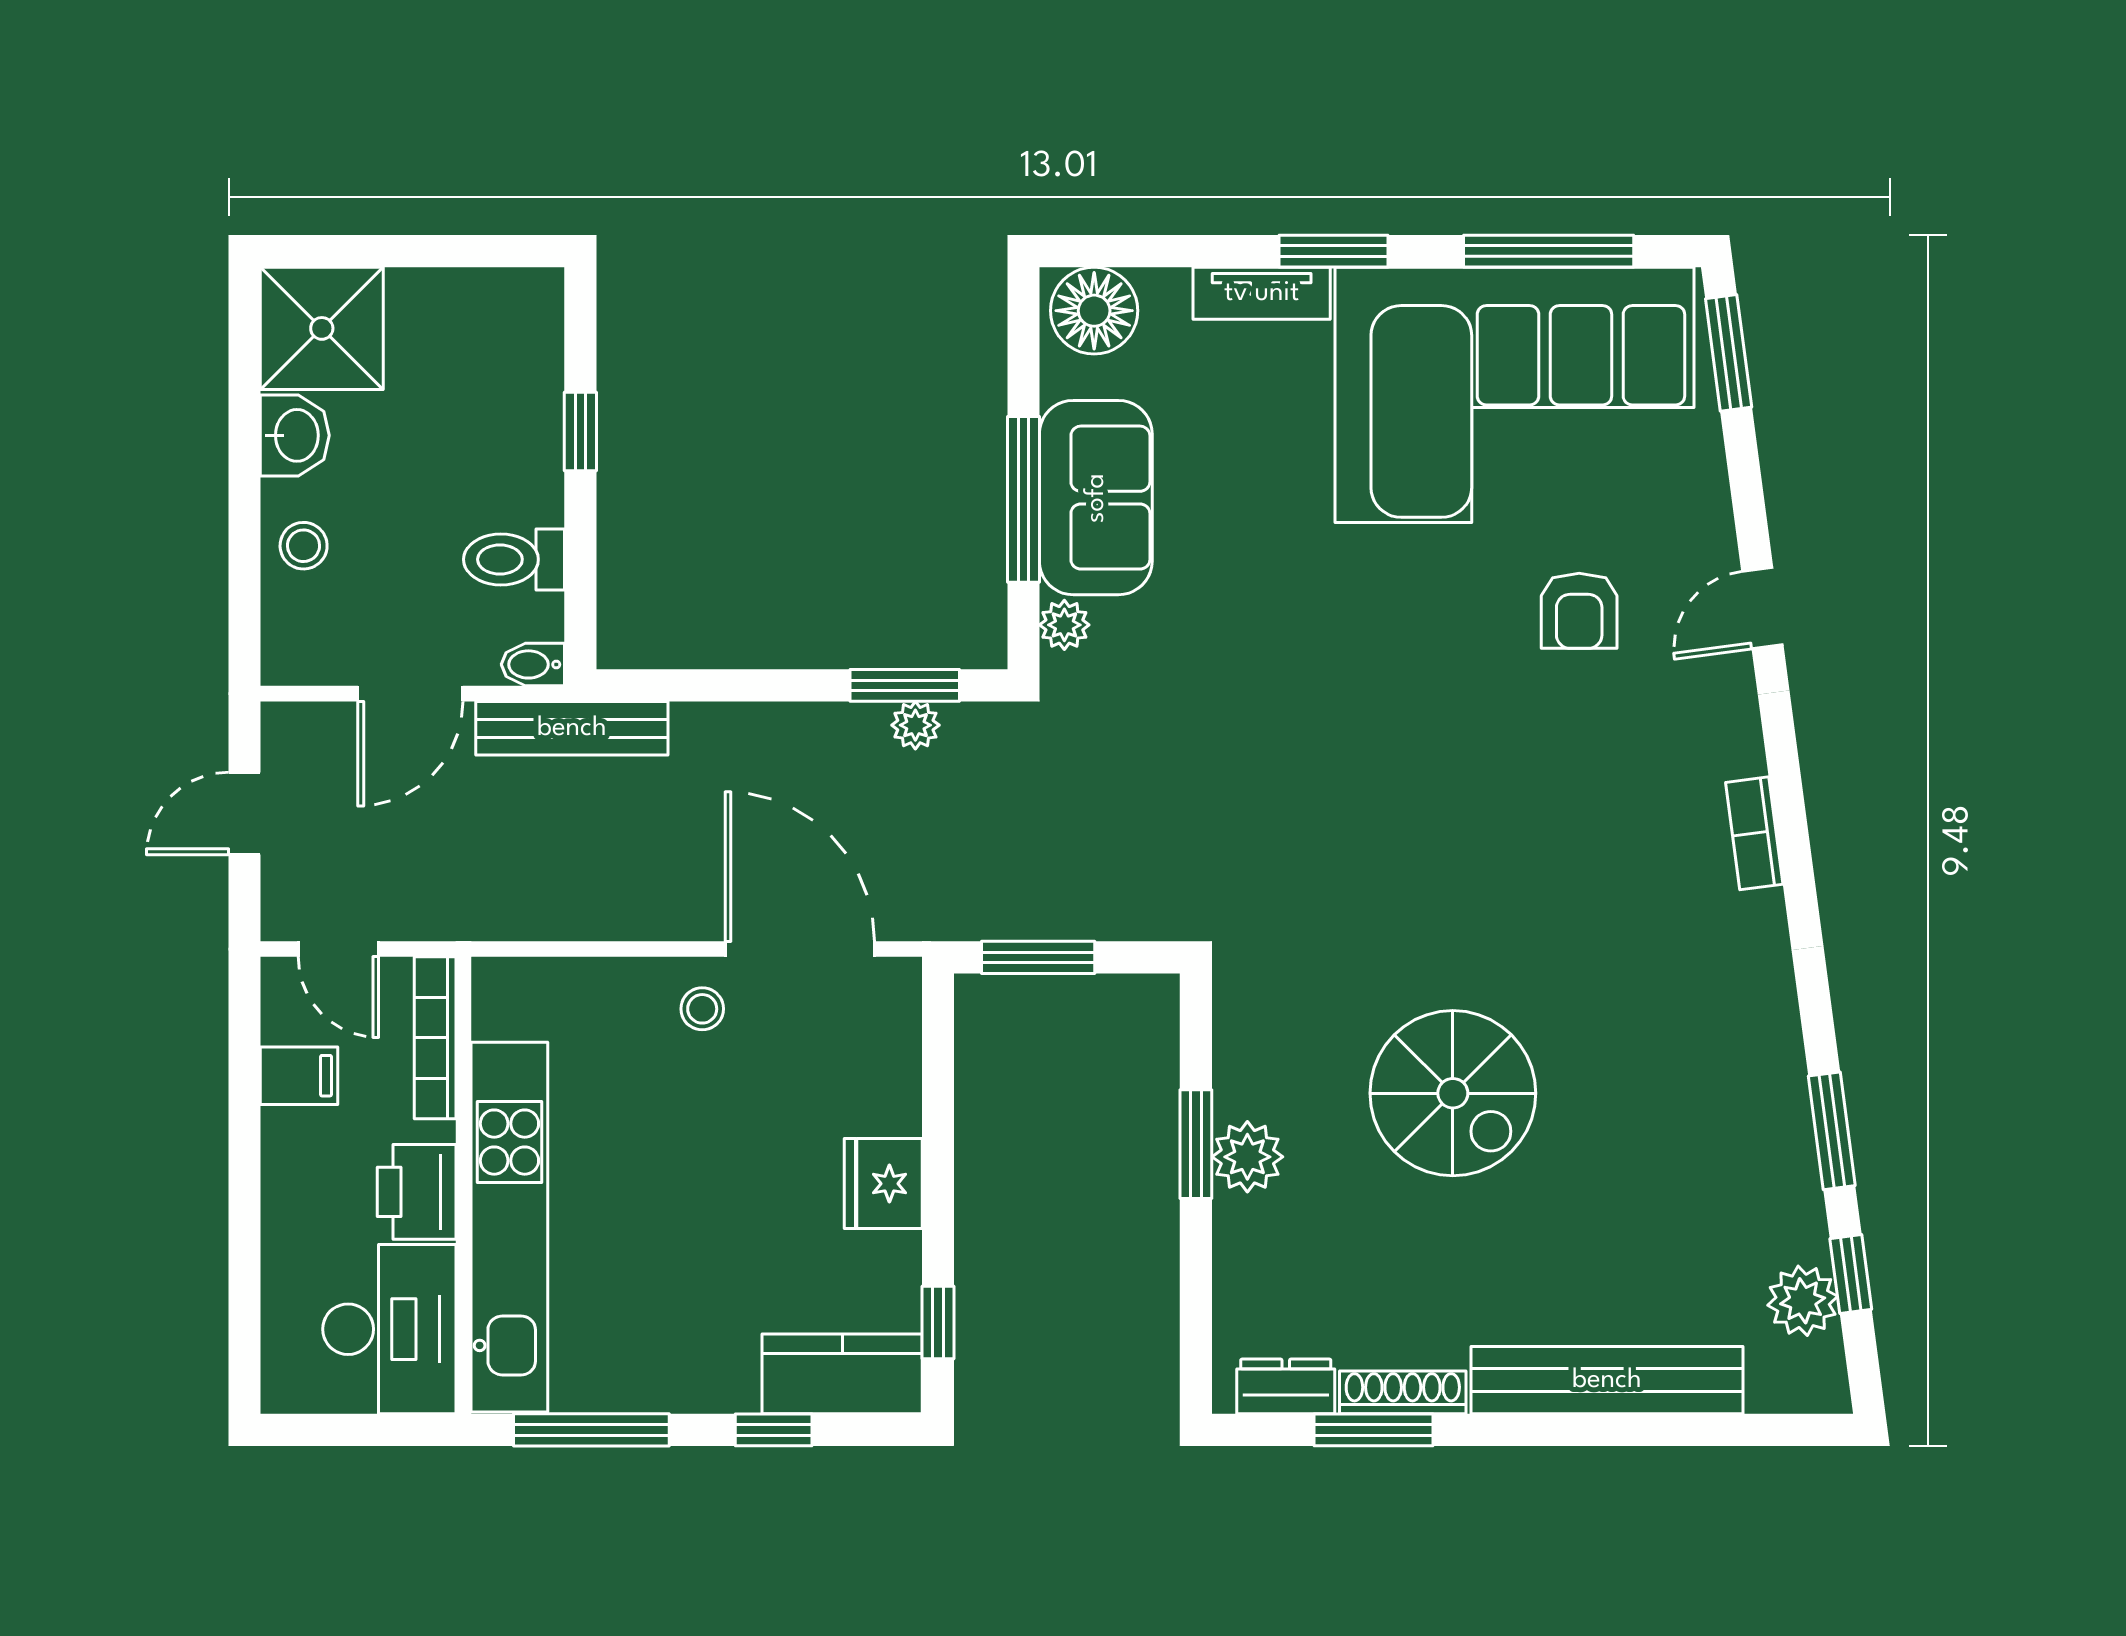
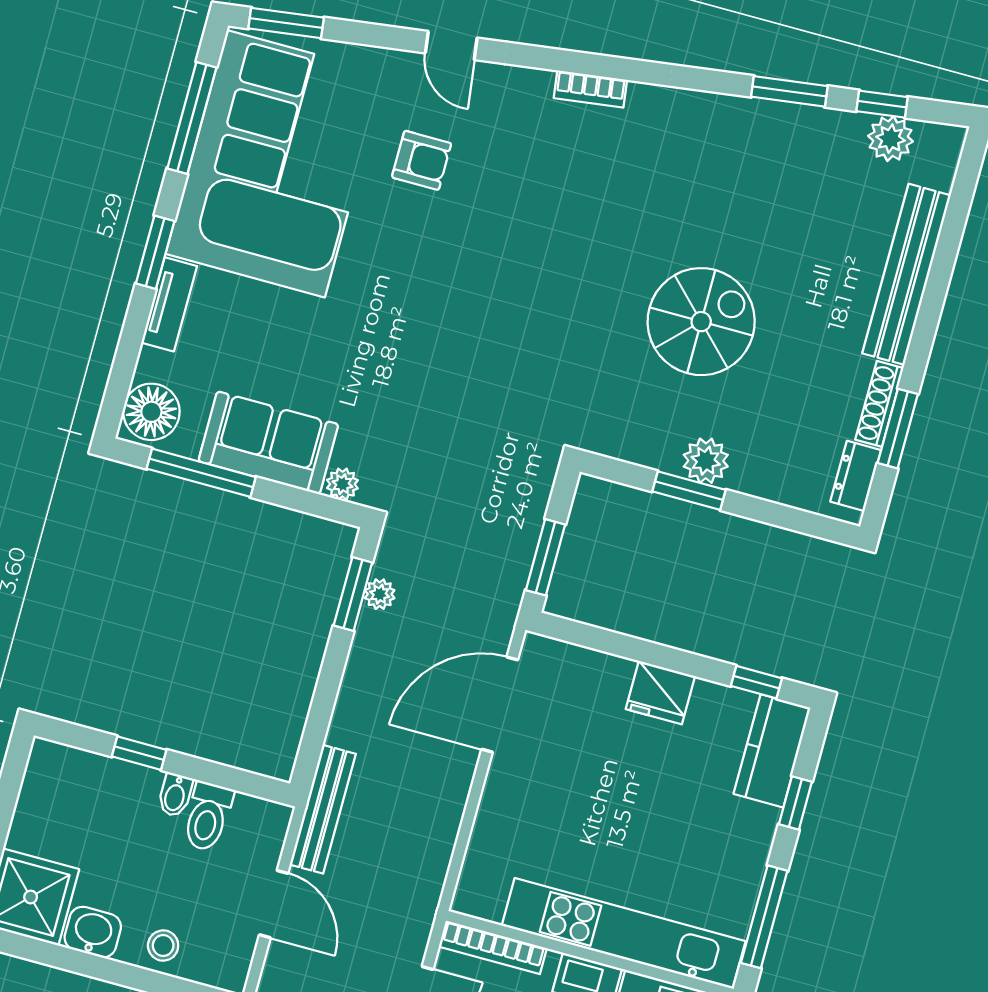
window: (1024, 499) -> (201, 473), moved
bidet: (533, 664) -> (175, 795), moved
stool: (702, 1009) -> (520, 776), removed

